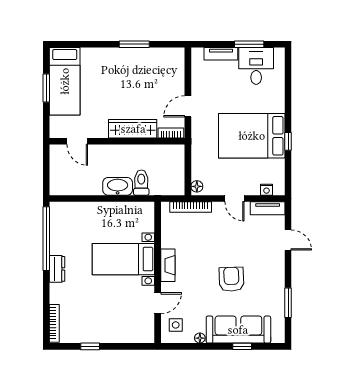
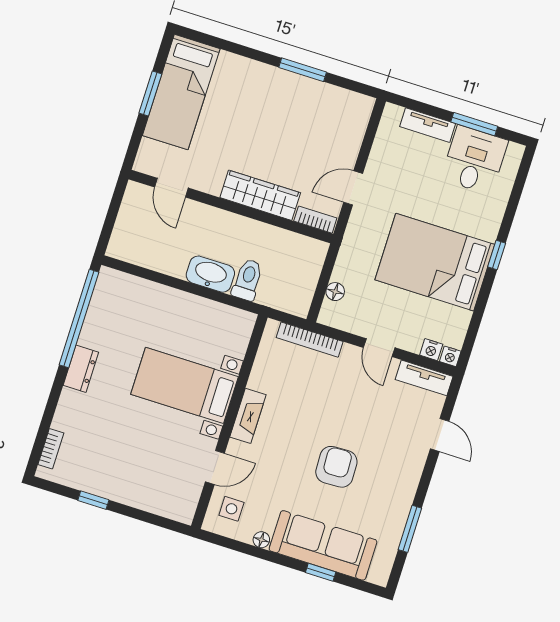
window: (288, 141) -> (497, 255), moved
floor lamp: (197, 186) -> (335, 292), moved
nightstand: (279, 190) -> (450, 356), added
bookcase: (54, 323) -> (51, 449), width x0.64

